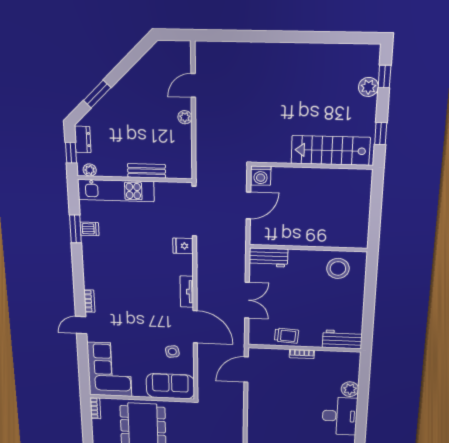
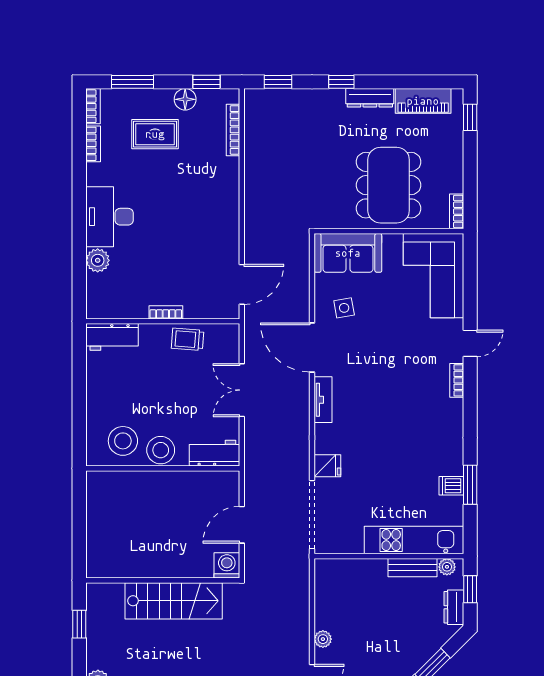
stairs: (331, 150) -> (174, 601), moved
bench: (147, 171) -> (412, 568), moved
stool: (309, 261) -> (161, 450), added

